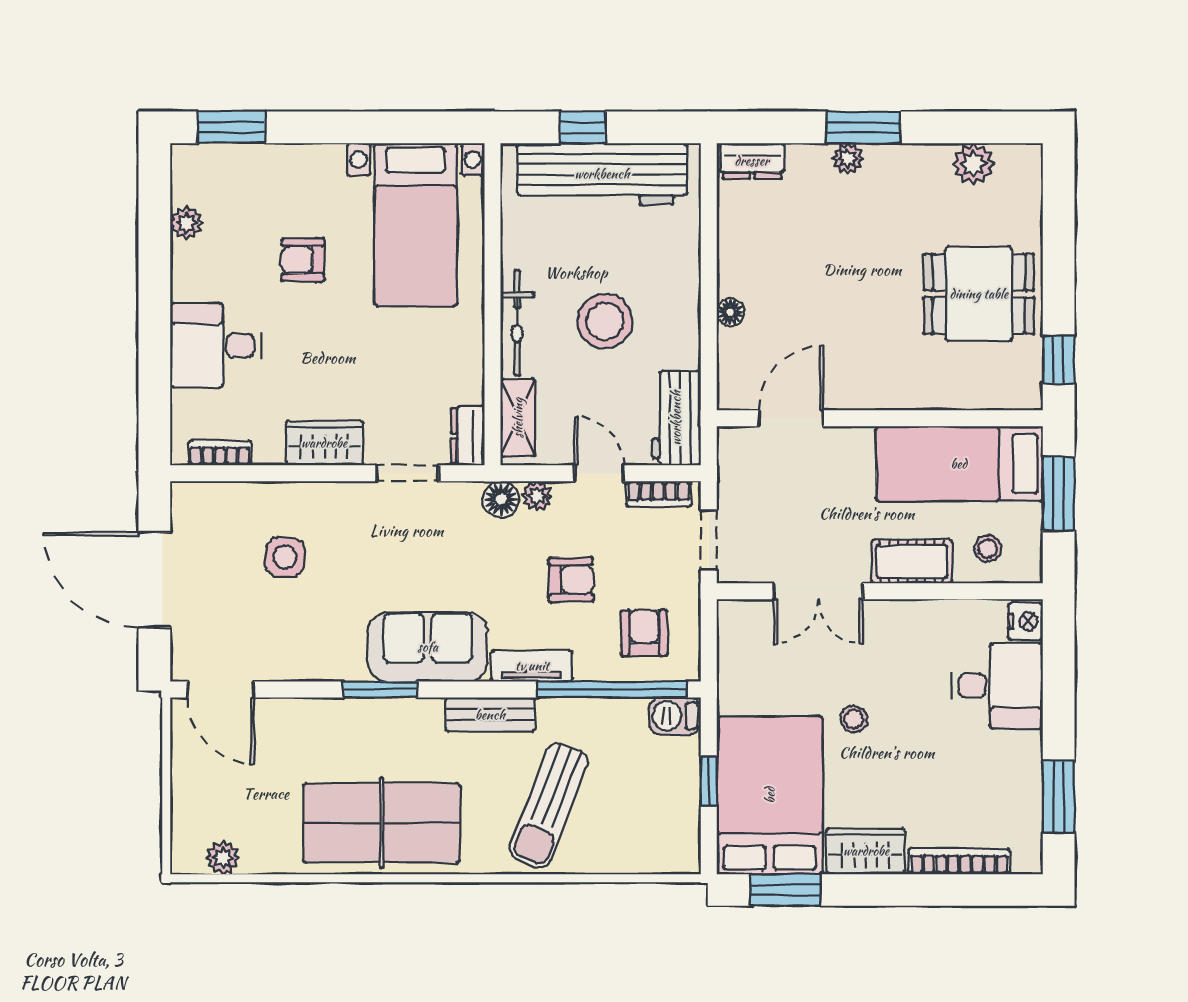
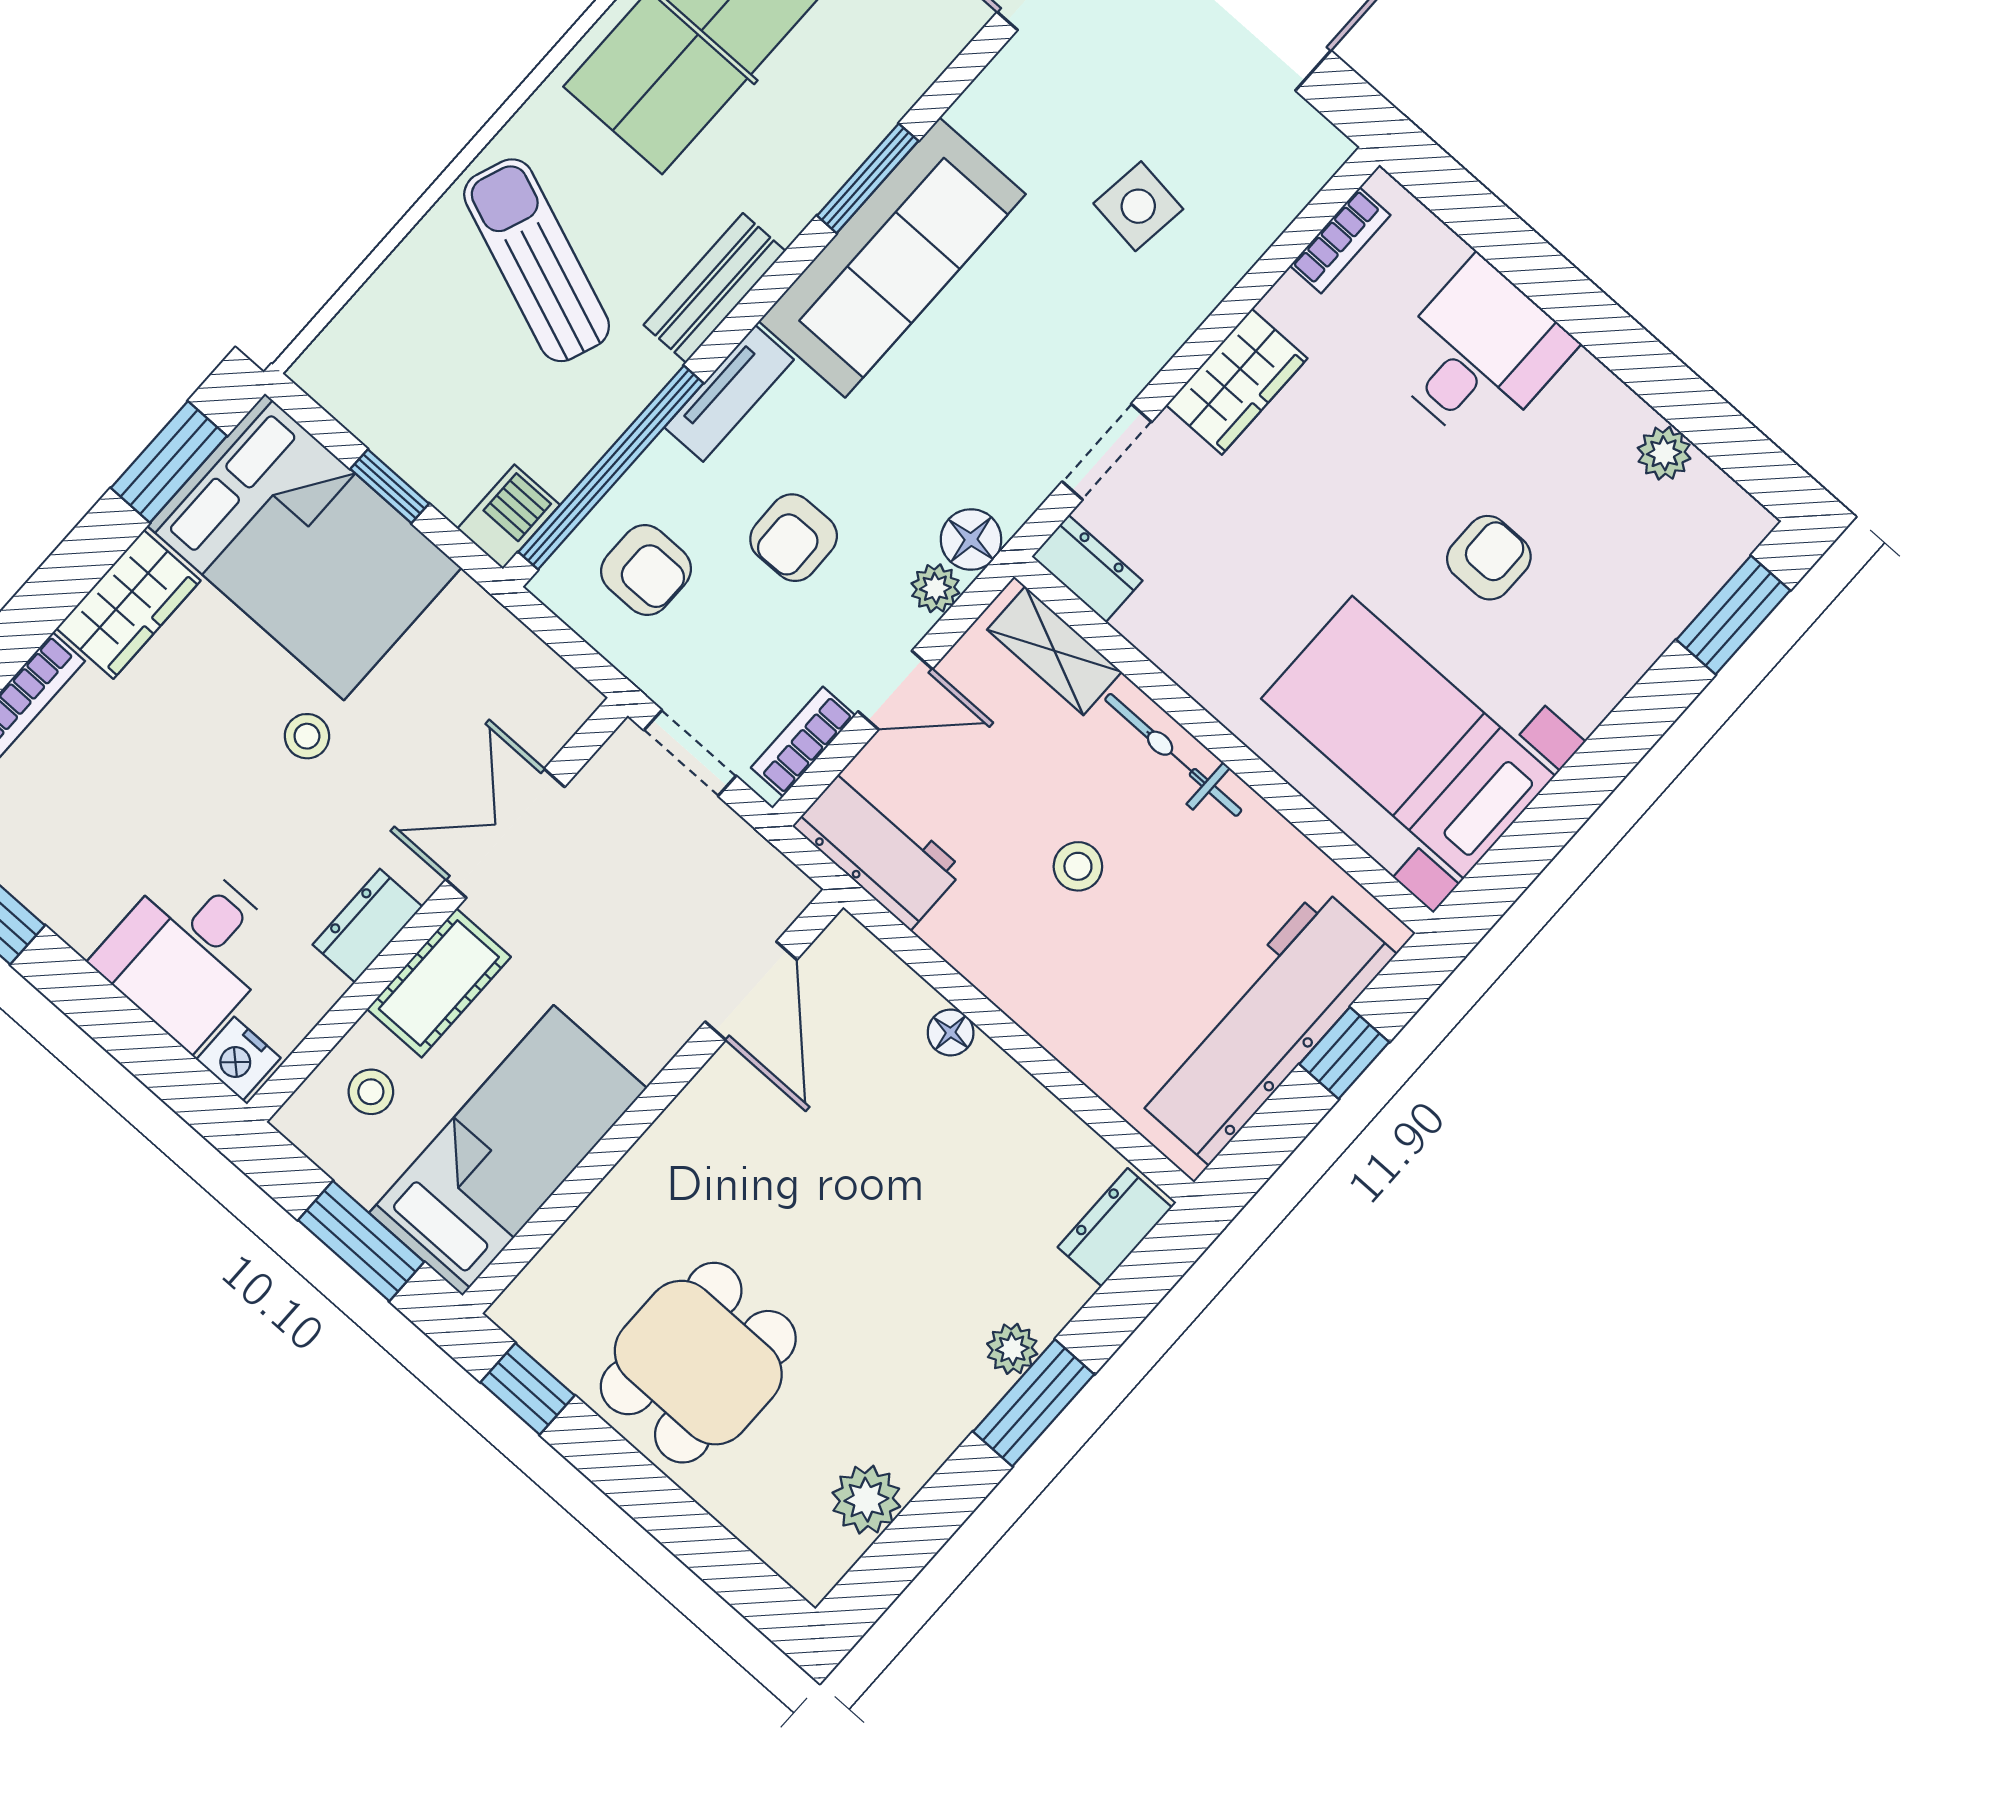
stool: (605, 321) -> (1078, 866), width x0.53, depth x0.53
dresser: (915, 616) -> (367, 926), added
sofa: (428, 647) -> (892, 258), width x1.36

